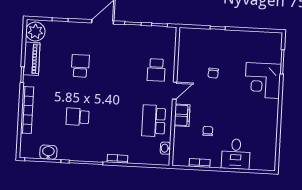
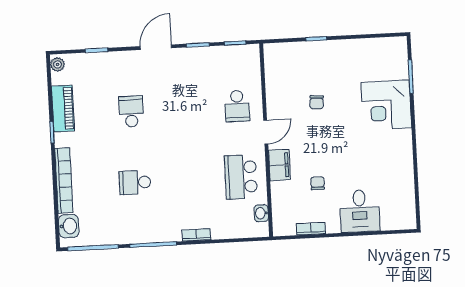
plant: (35, 31) -> (57, 64), width x0.53, depth x0.53
washbasin: (48, 152) -> (69, 226), moved, turned 90

